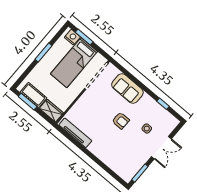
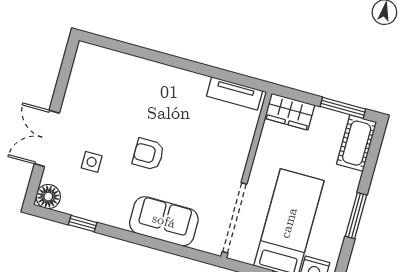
cot: (33, 95) -> (357, 143), moved, turned 90
floor lamp: (172, 122) -> (48, 197), added
tv unit: (75, 133) -> (235, 93), width x0.71
window: (140, 173) -> (65, 71), removed

